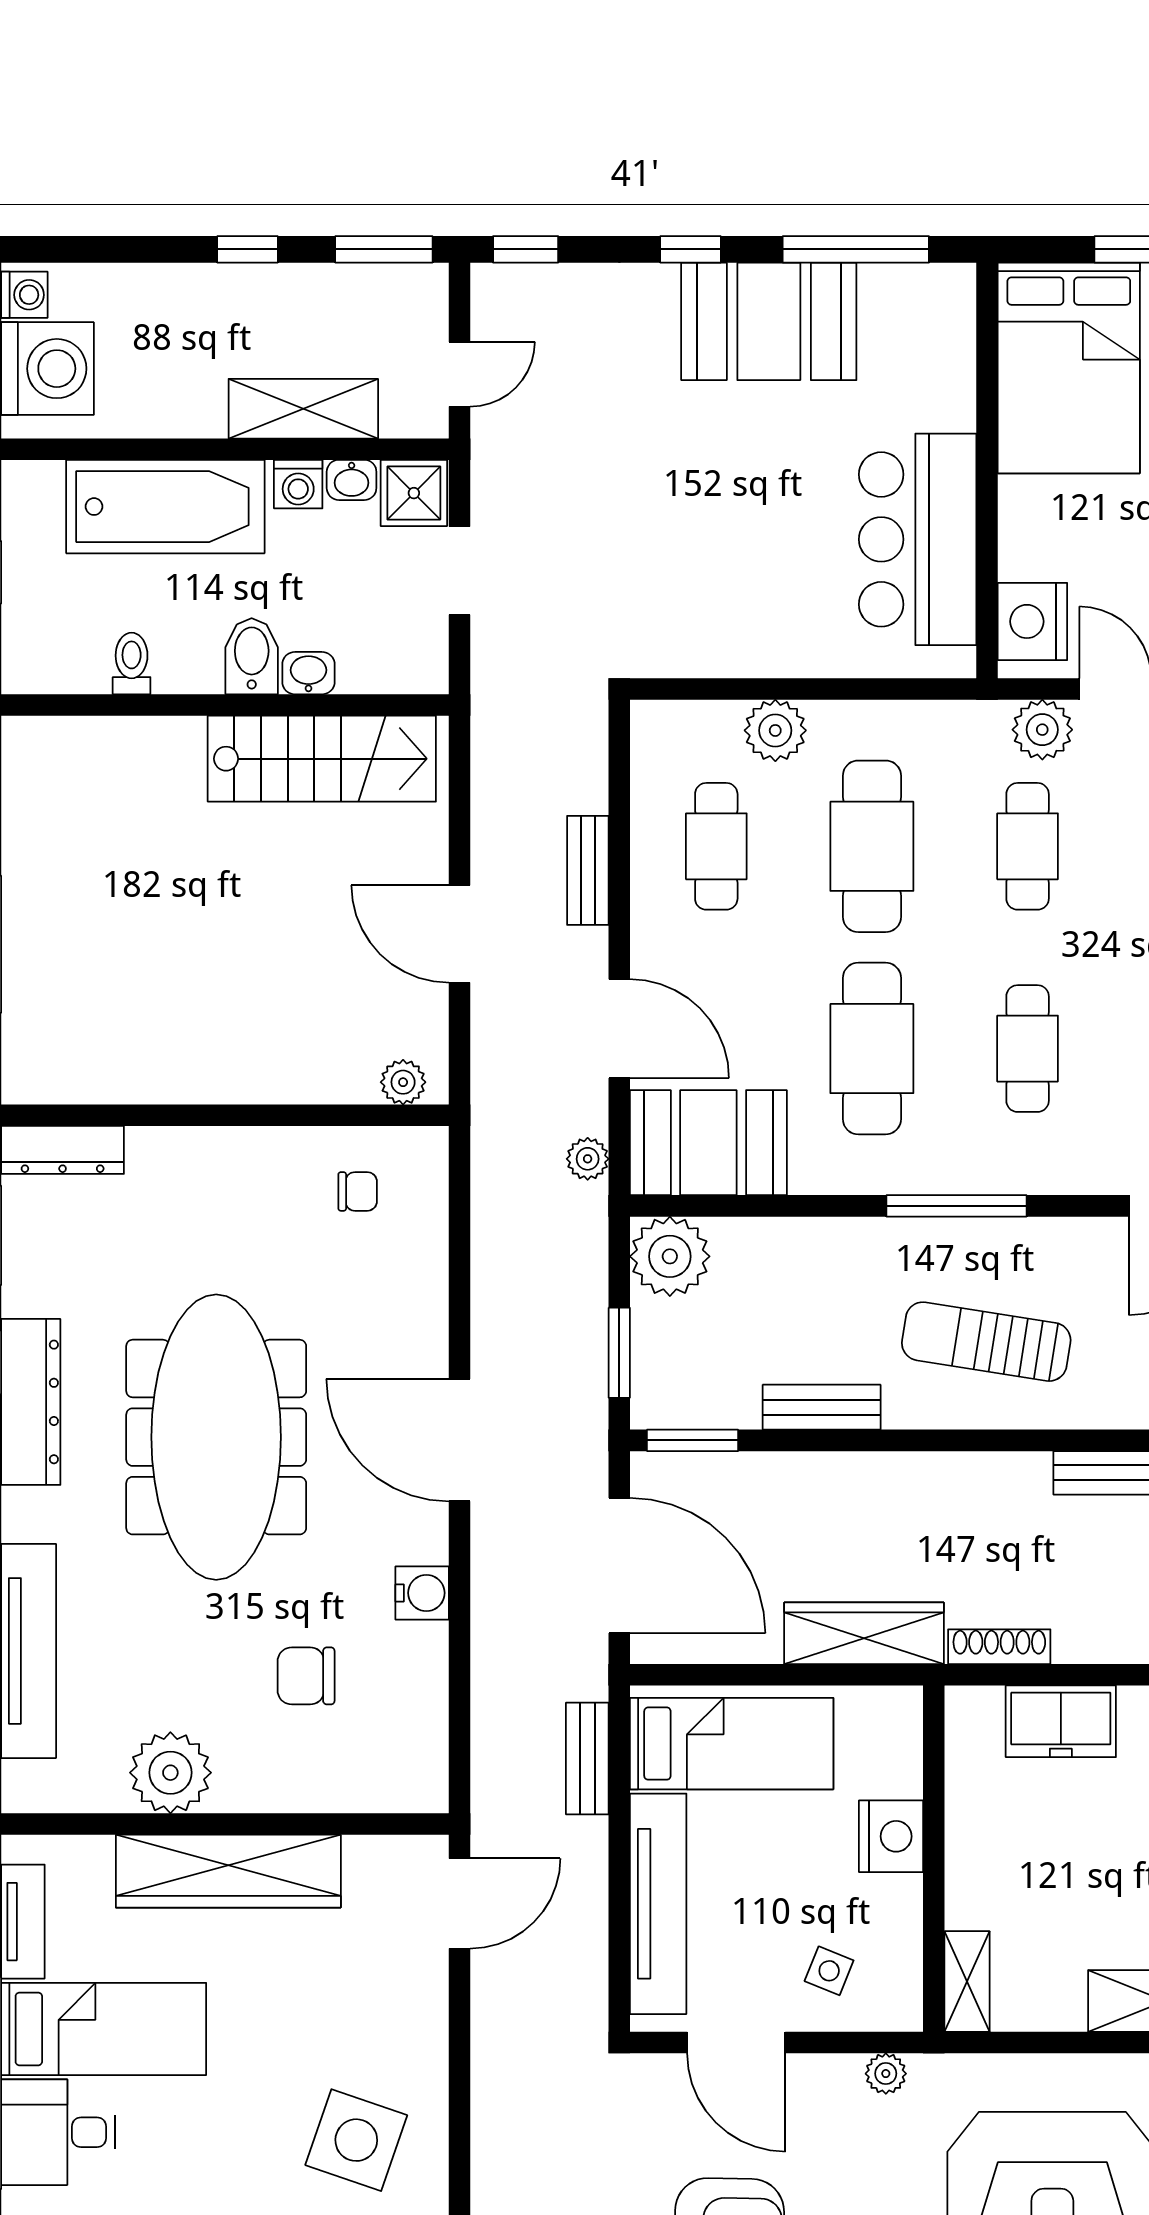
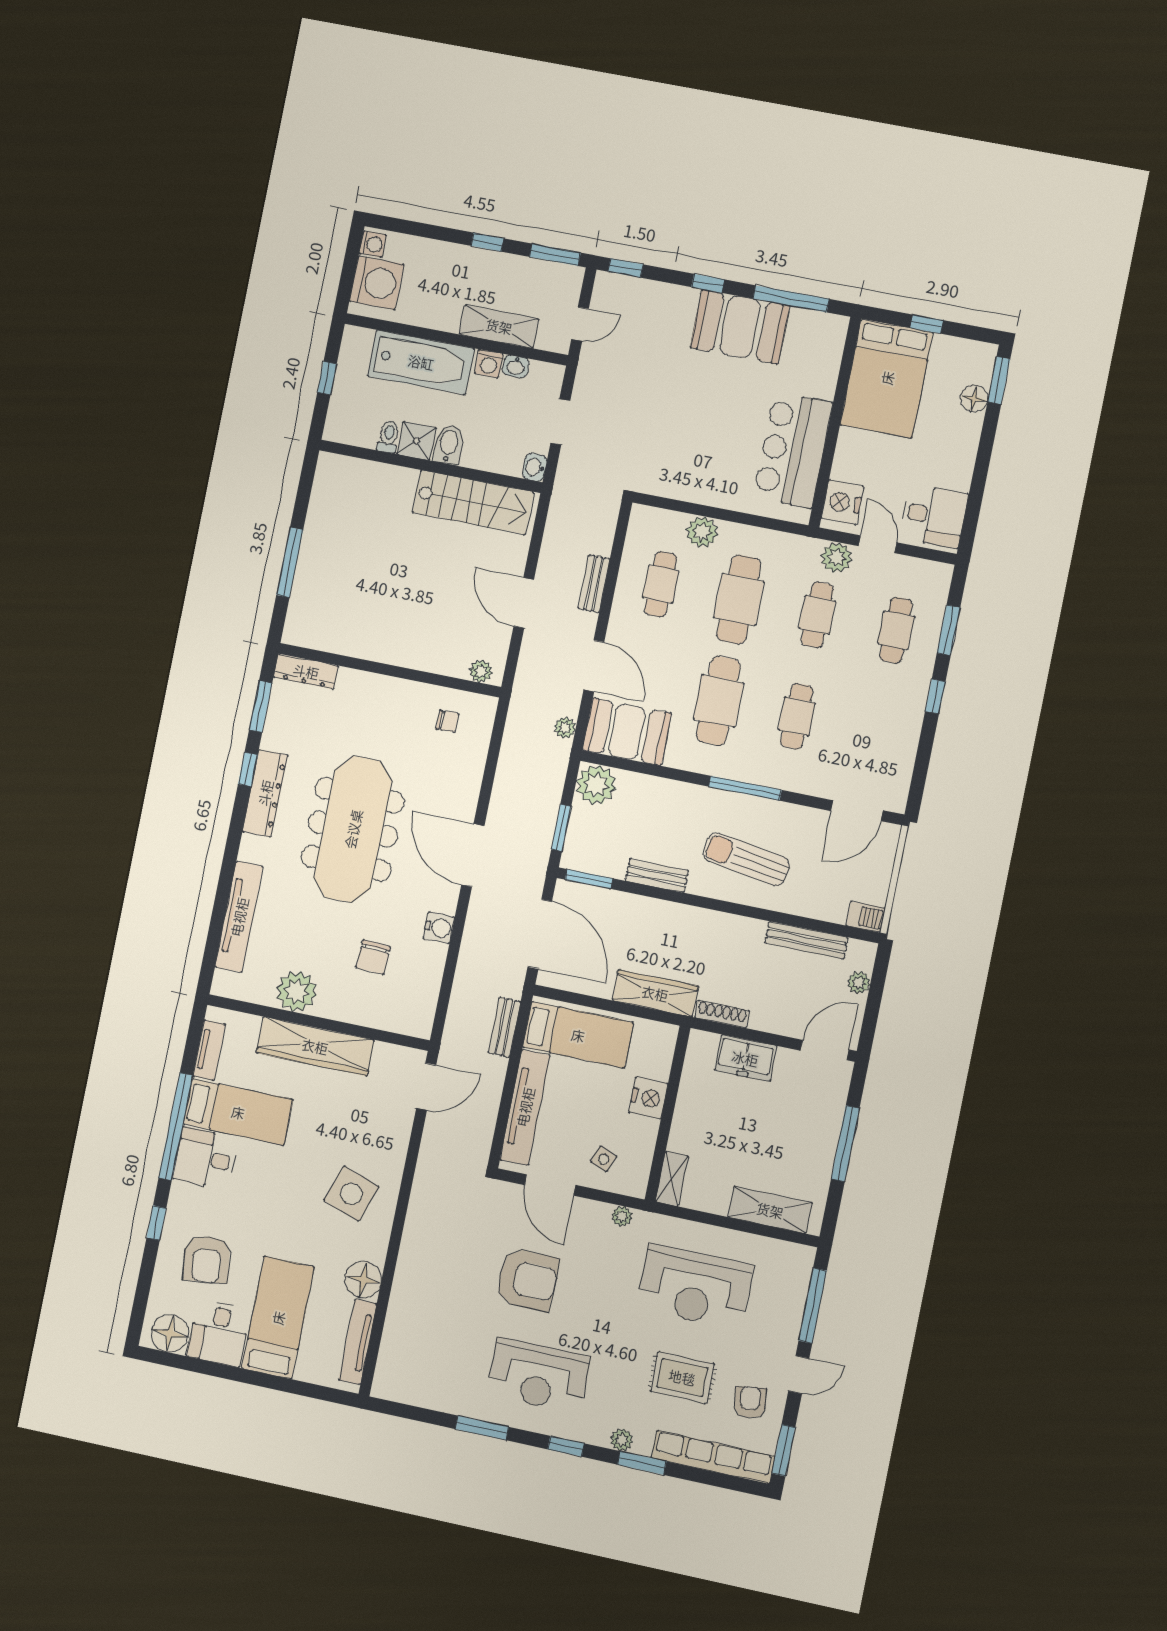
shower: (414, 493) -> (417, 441), moved
washbasin: (308, 673) -> (535, 467), moved, turned -90
chair: (306, 1676) -> (373, 957), turned -87

